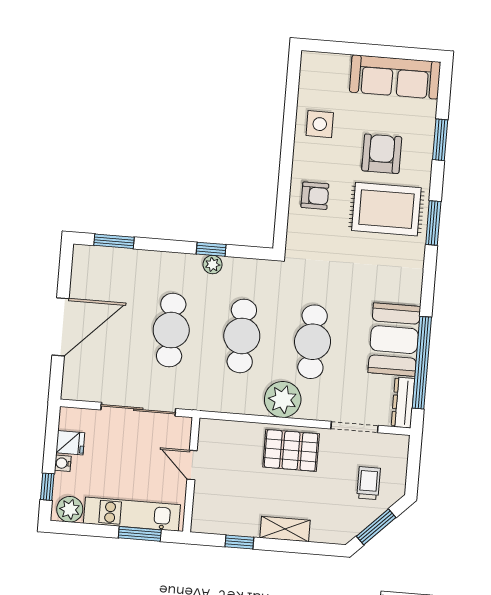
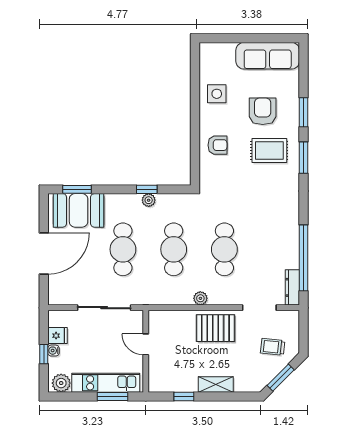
window: (440, 140) -> (304, 112), moved
rug: (386, 209) -> (269, 151), width x0.73, depth x0.70
booth: (394, 340) -> (79, 210), moved, turned 90
plant: (283, 399) -> (200, 298), width x0.53, depth x0.53
trolley: (369, 483) -> (273, 347), turned -84
window: (47, 487) -> (44, 354), moved

